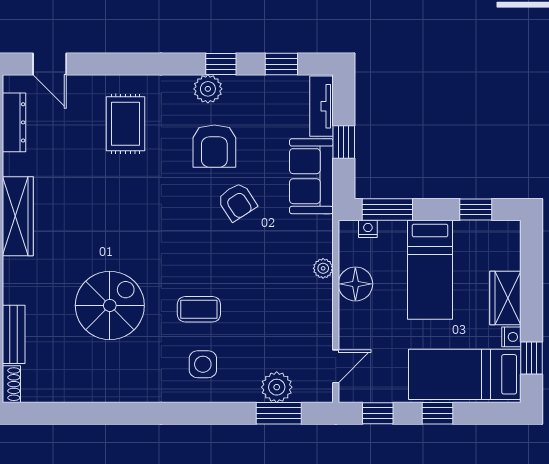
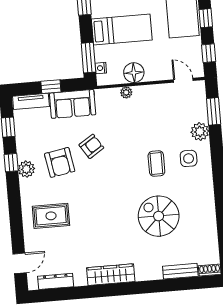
armchair: (214, 146) -> (60, 162), turned 80
plant: (277, 387) -> (200, 132), moved

